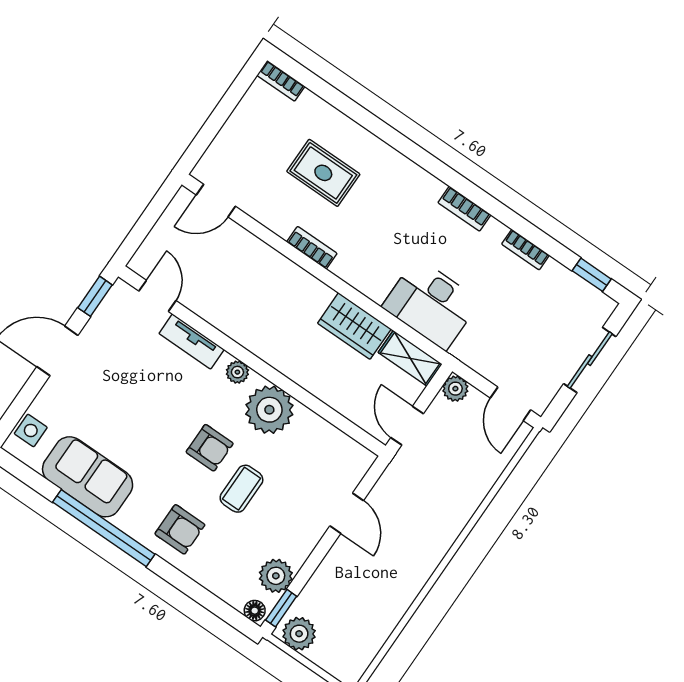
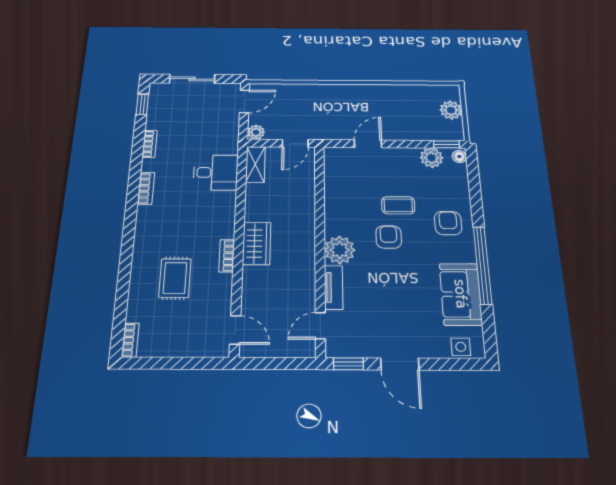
desk: (431, 304) -> (216, 172), width x0.73
wardrobe: (354, 326) -> (257, 243), moved
plant: (237, 372) -> (340, 250), width x1.88, depth x1.88
plant: (269, 410) -> (341, 219), removed
plant: (299, 634) -> (451, 110), moved

